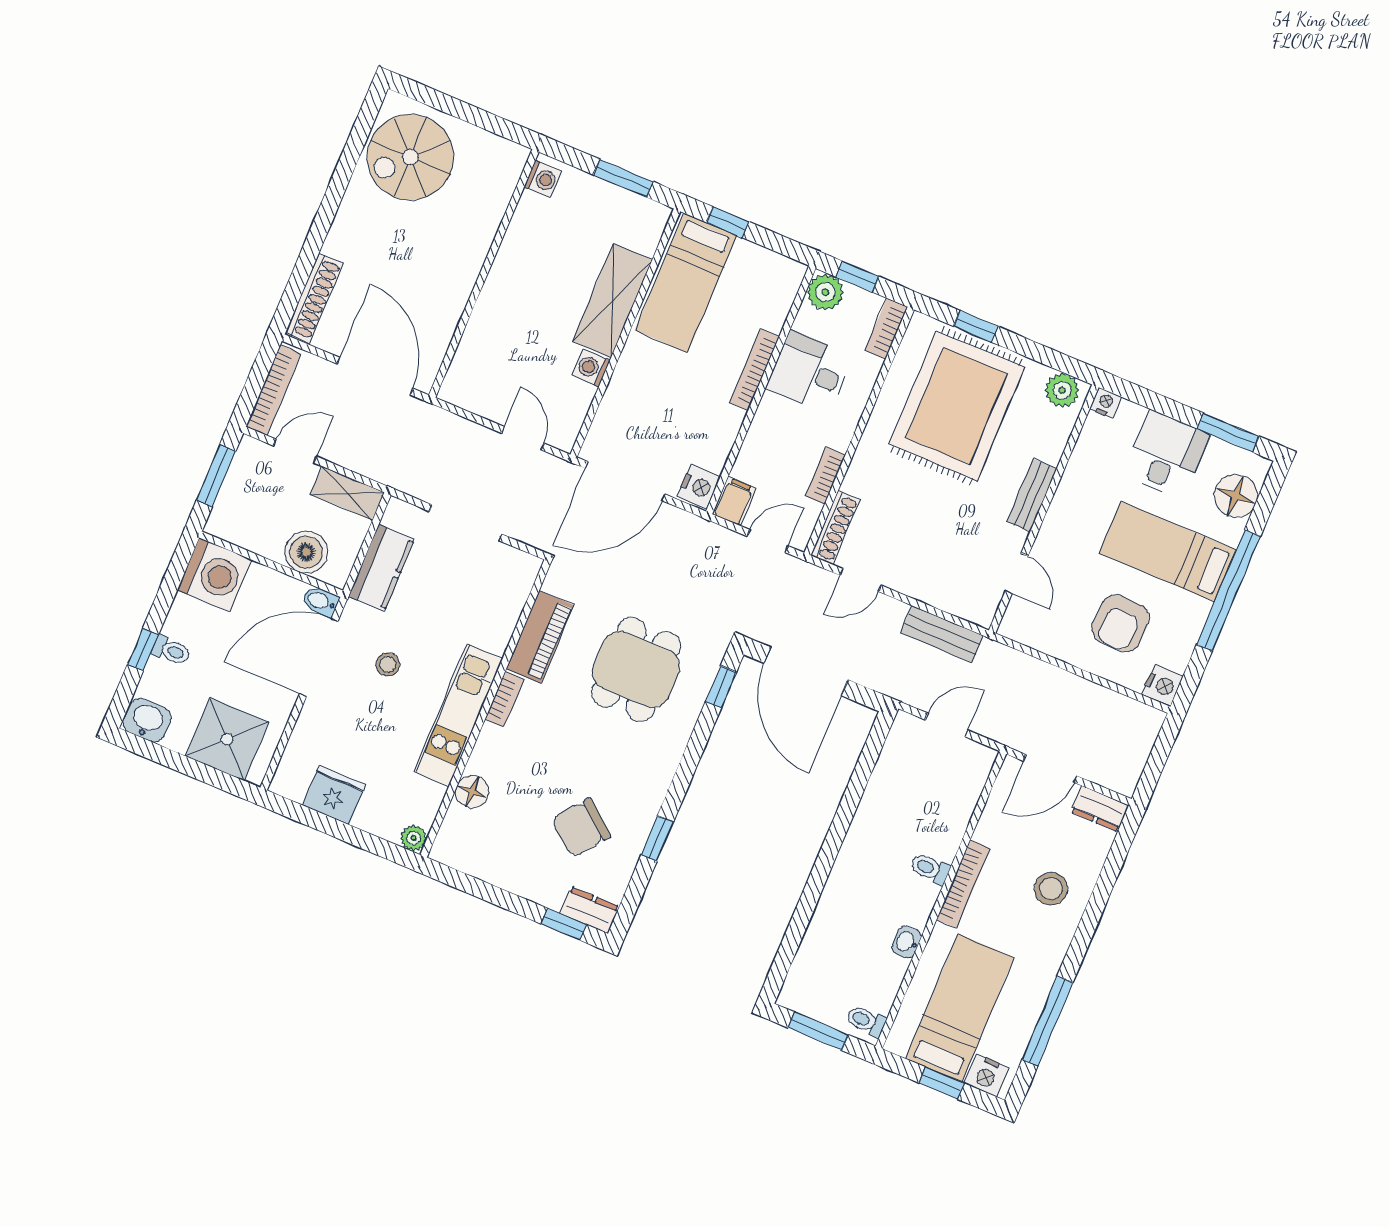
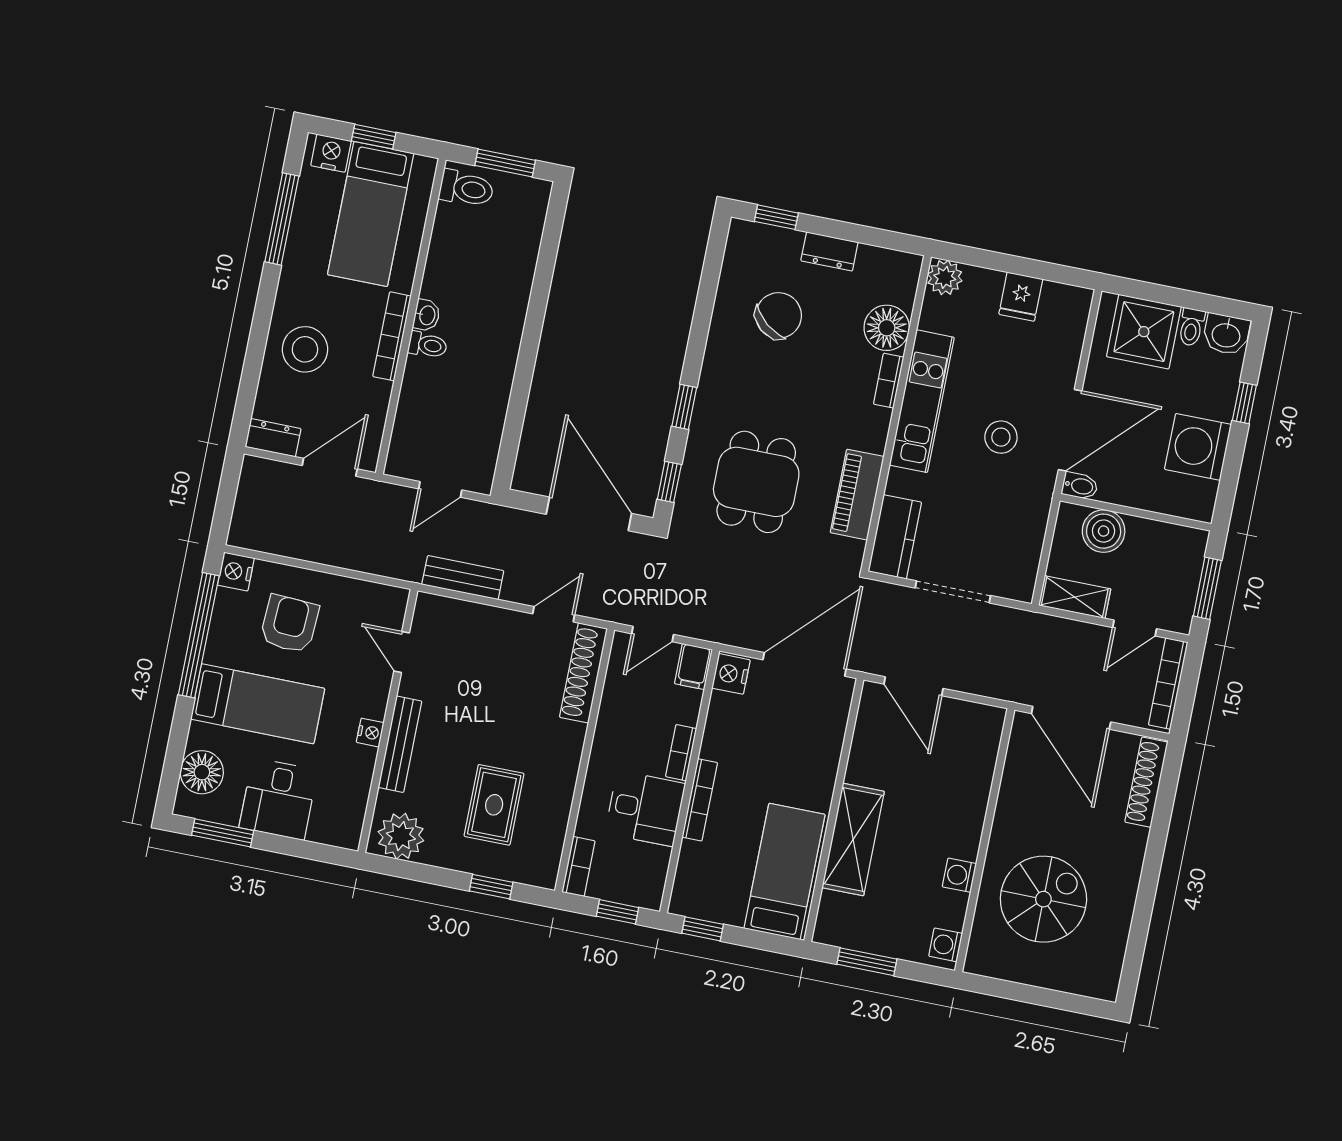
spiral stairs: (410, 157) -> (1043, 899), moved
window: (728, 222) -> (703, 929), moved
plant: (825, 292) -> (646, 890), removed
washing machine: (591, 368) -> (959, 875), moved, turned 180
plant: (1062, 390) -> (401, 836), width x1.36, depth x1.36
nightstand: (1105, 403) -> (370, 733), moved, turned -90
rug: (957, 406) -> (494, 805), width x0.54, depth x0.49
door: (523, 438) -> (914, 686), width x1.38
bookcase: (825, 476) -> (681, 753), moved, turned 180
bench: (1032, 495) -> (400, 744), width x1.36
shoe rack: (835, 528) -> (583, 673), width x1.36, depth x1.24
kitchen counter: (381, 568) -> (895, 537), moved, turned 180
washing machine: (214, 575) -> (1198, 447), moved
window: (1229, 590) -> (199, 635), moved
toilet: (171, 651) -> (1191, 327), moved, turned -90
stool: (388, 664) -> (1001, 437), width x1.37, depth x1.37
bookcase: (504, 699) -> (889, 381), moved
floor lamp: (472, 792) -> (887, 328), width x1.38, depth x1.38
fridge: (334, 795) -> (1021, 297), width x0.72
plant: (414, 838) -> (945, 277), width x1.38, depth x1.38
window: (657, 839) -> (684, 407), moved
stool: (1051, 889) -> (305, 349), width x1.38, depth x1.38
dresser: (590, 910) -> (829, 251), moved
washbasin: (907, 942) -> (427, 315), moved
toilet: (866, 1021) -> (466, 188), width x1.37, depth x1.39

